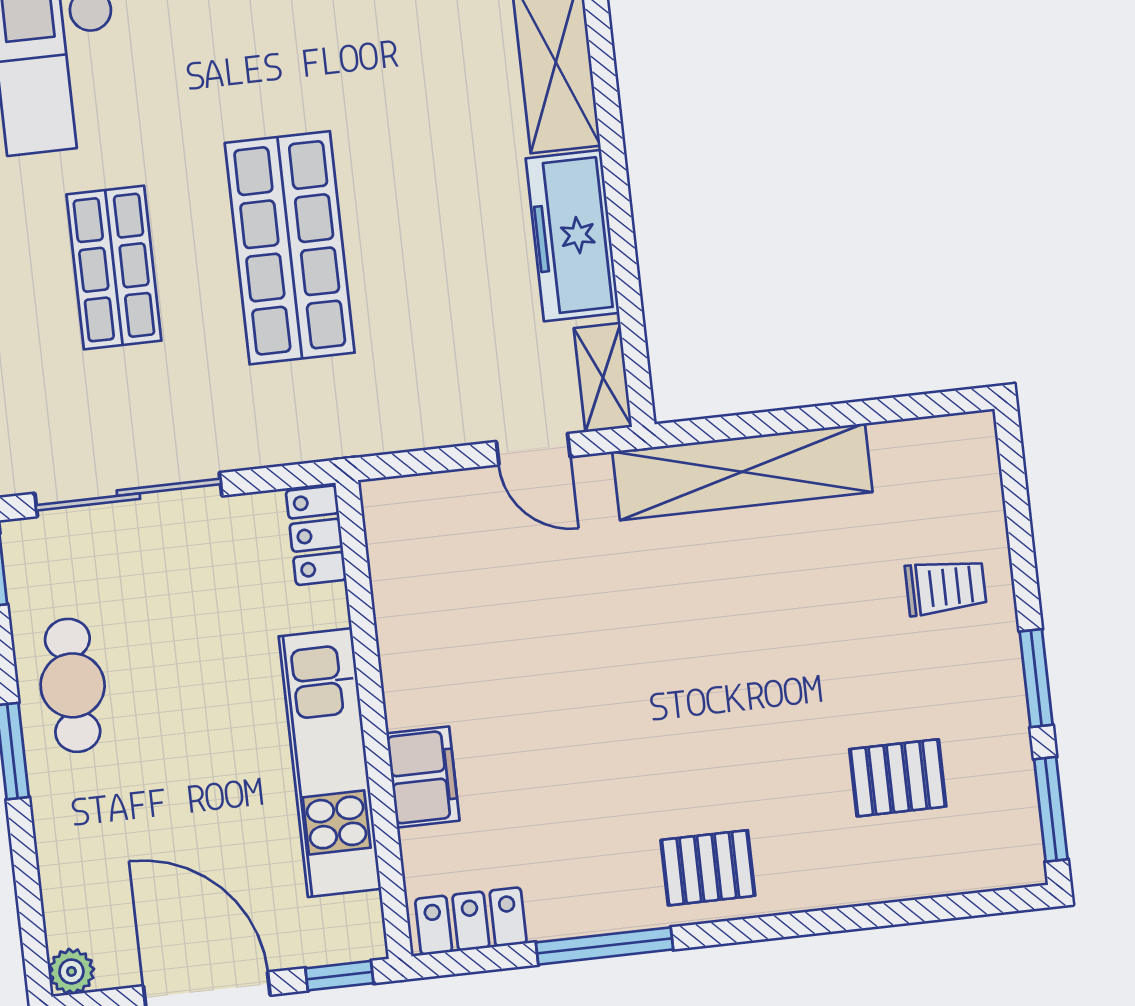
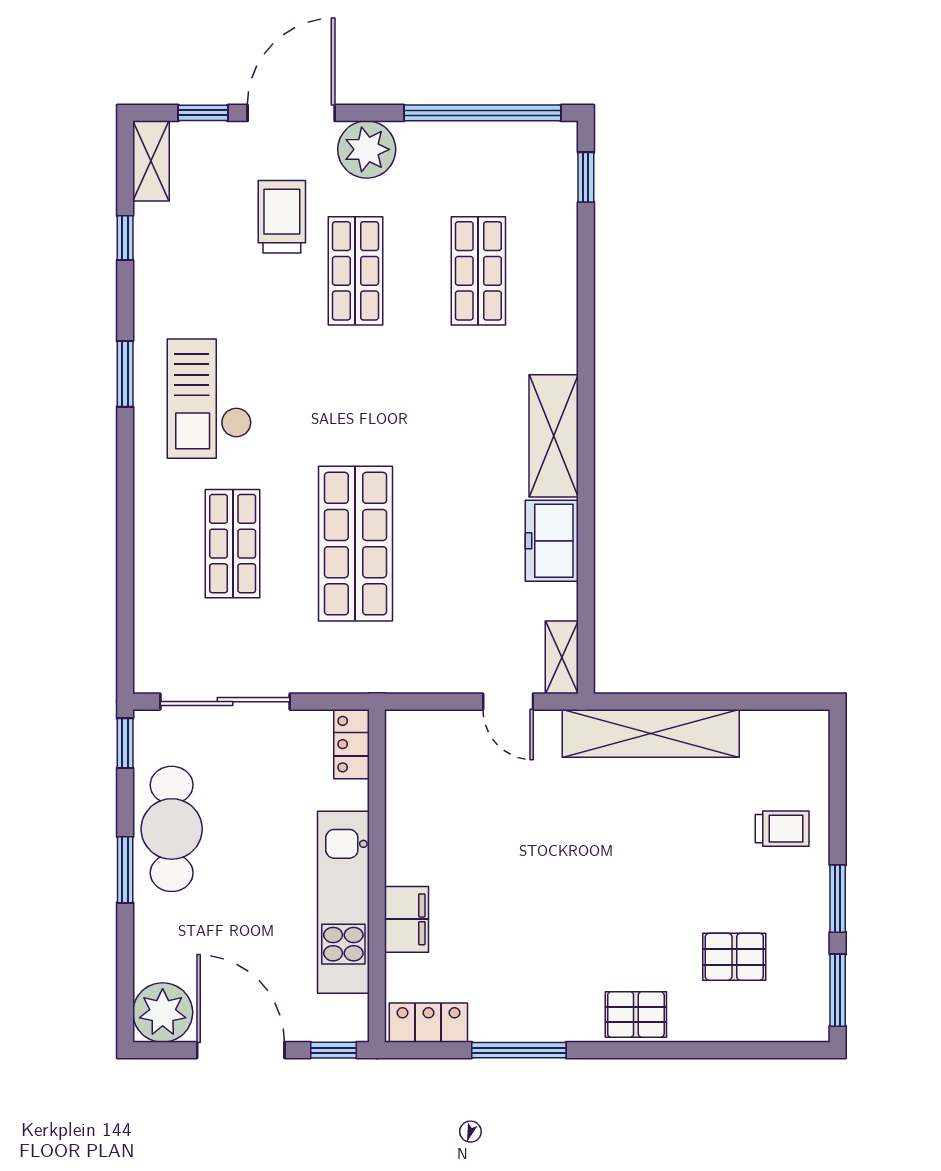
freezer: (573, 236) -> (552, 541), width x0.71
cafe table: (73, 685) -> (172, 829), width x1.37, depth x1.35
pallet: (708, 868) -> (636, 1014), moved
plant: (71, 971) -> (163, 1012), width x1.88, depth x1.88

